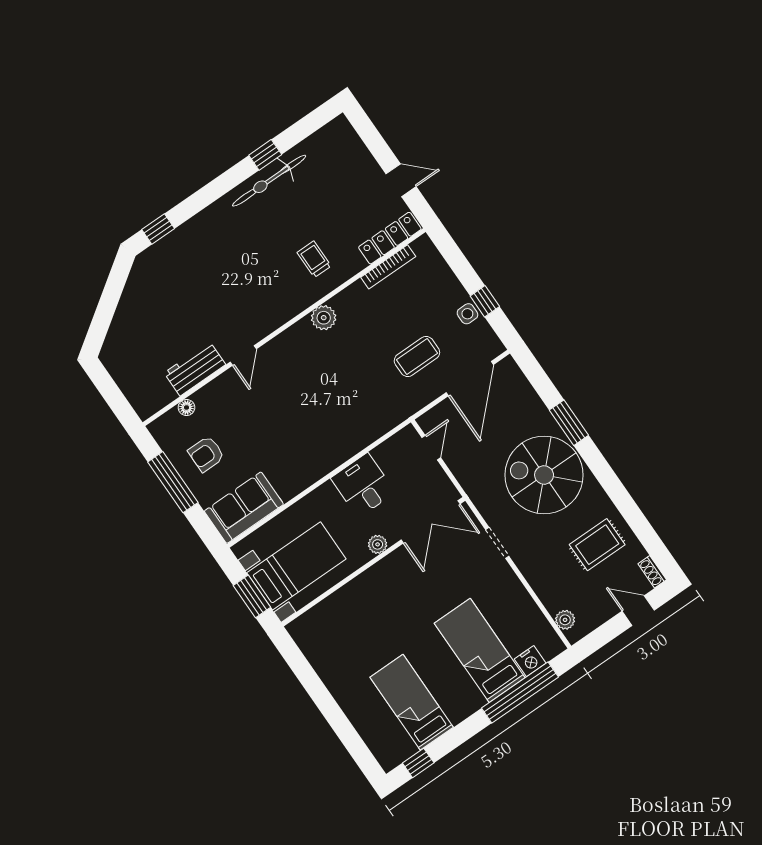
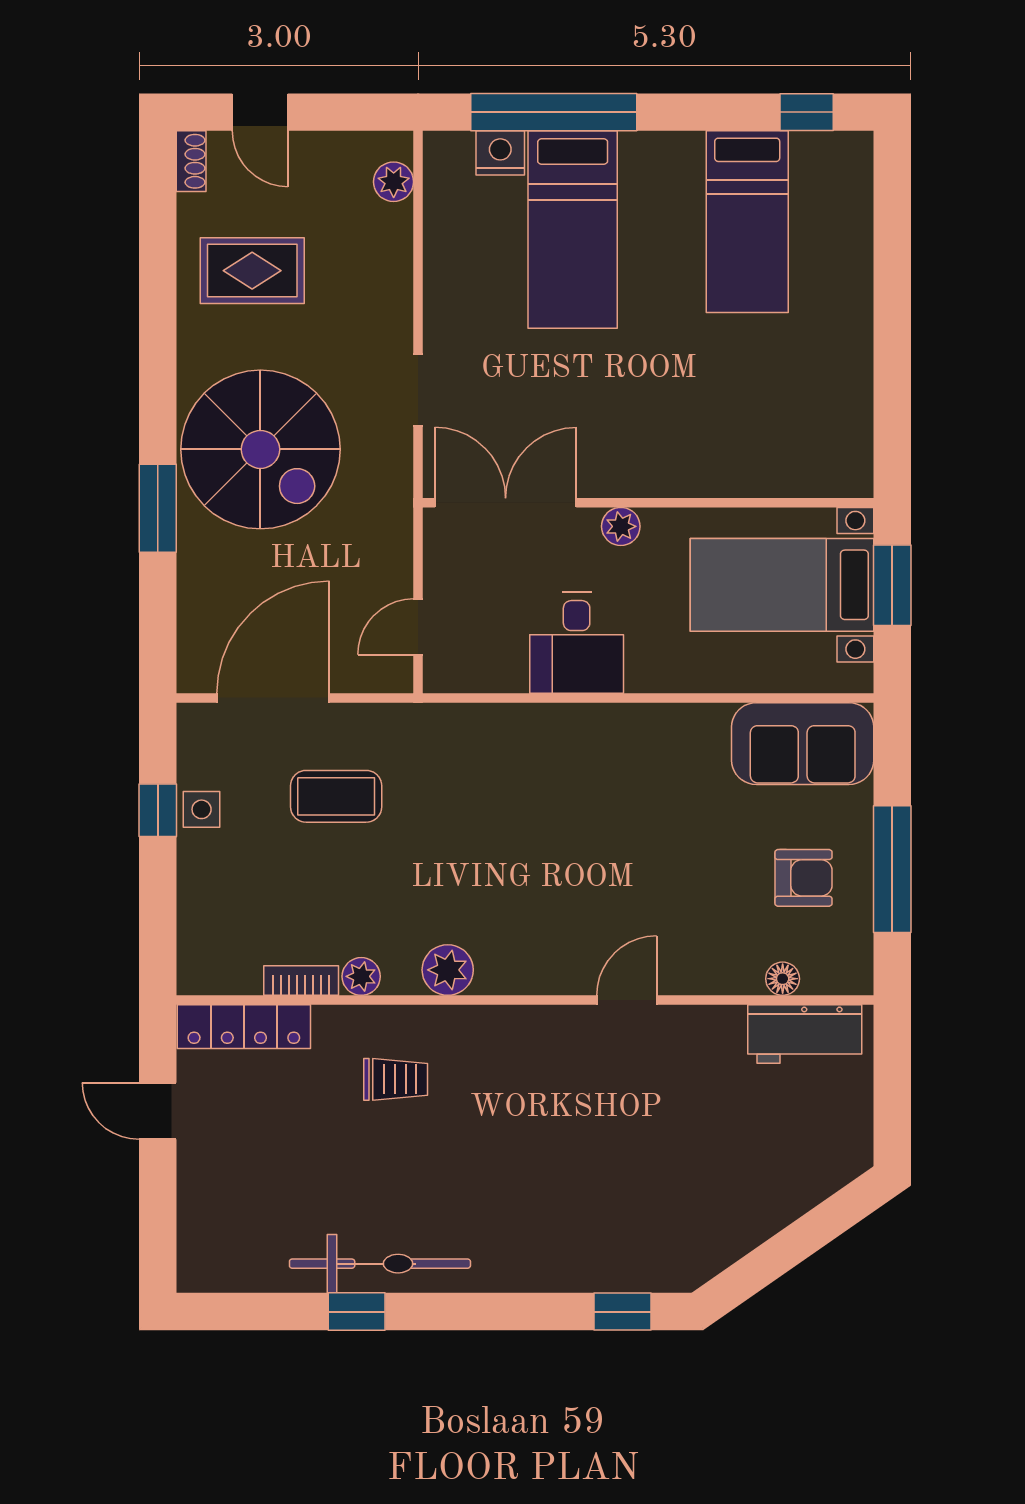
trolley: (314, 259) -> (396, 1079), turned -90
bookcase: (388, 267) -> (301, 981), width x0.64
plant: (357, 291) -> (361, 976), added
workbench: (195, 369) -> (805, 1034), moved

